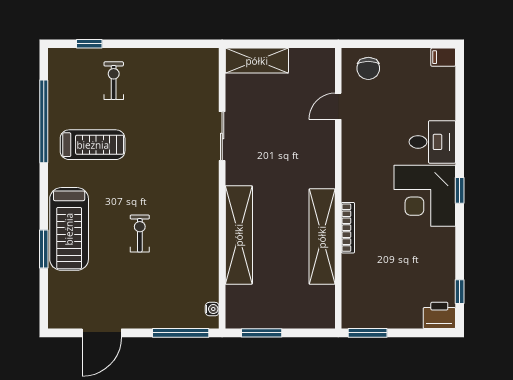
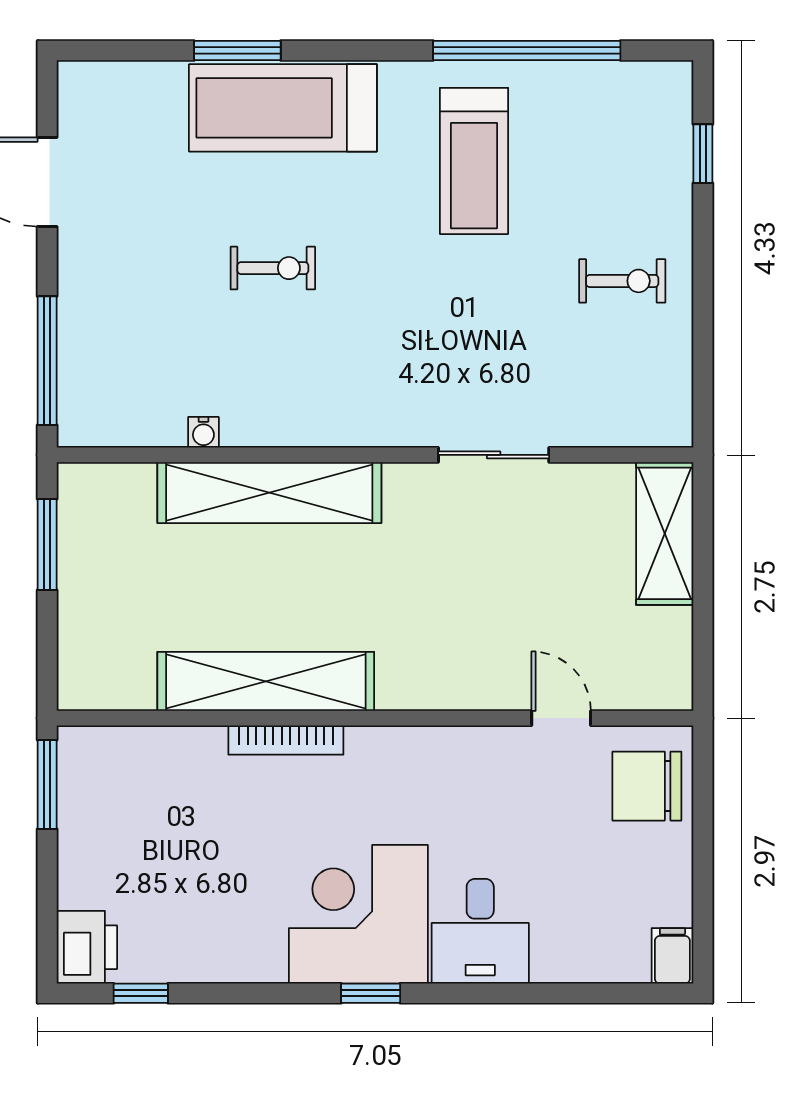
chair: (368, 68) -> (647, 786), width x1.37, depth x1.37
exercise bike: (114, 81) -> (622, 281), moved
water cooler: (212, 309) -> (203, 432), moved

